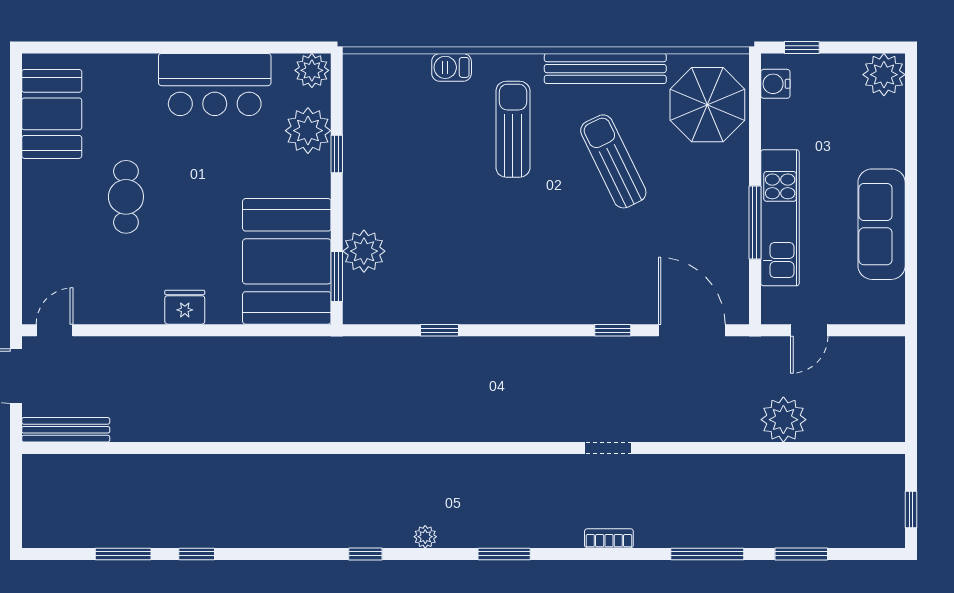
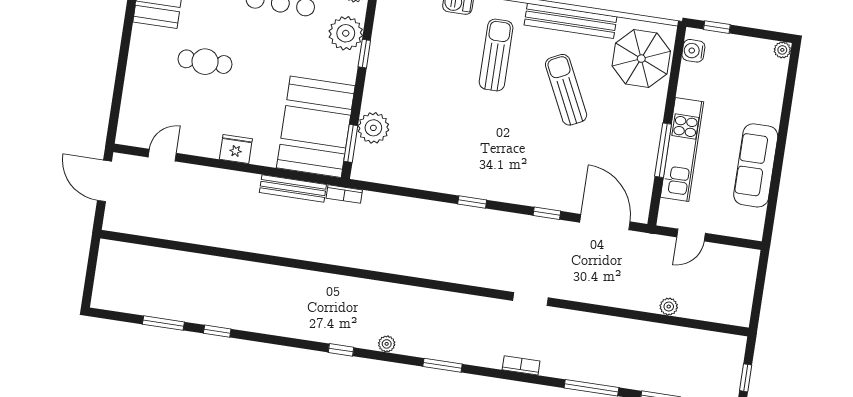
plant: (884, 75) -> (782, 50), width x0.53, depth x0.53
cafe table: (126, 197) -> (205, 62), turned 90
door: (55, 330) -> (162, 155), moved
window: (440, 330) -> (472, 202), moved
bookcase: (338, 345) -> (344, 194), added
plant: (783, 420) -> (669, 307), width x0.53, depth x0.53
bench: (66, 430) -> (293, 189), moved

